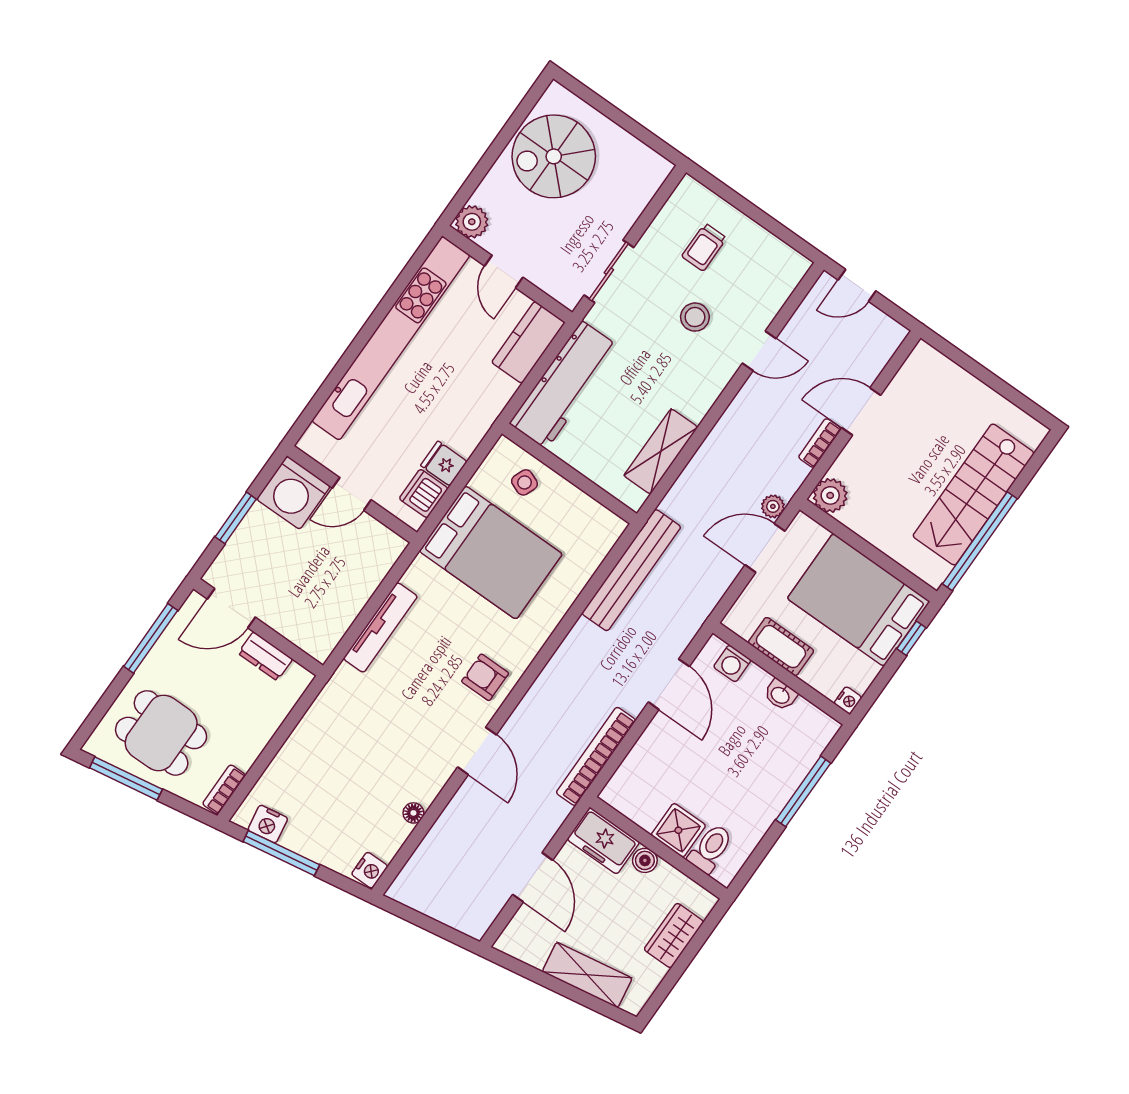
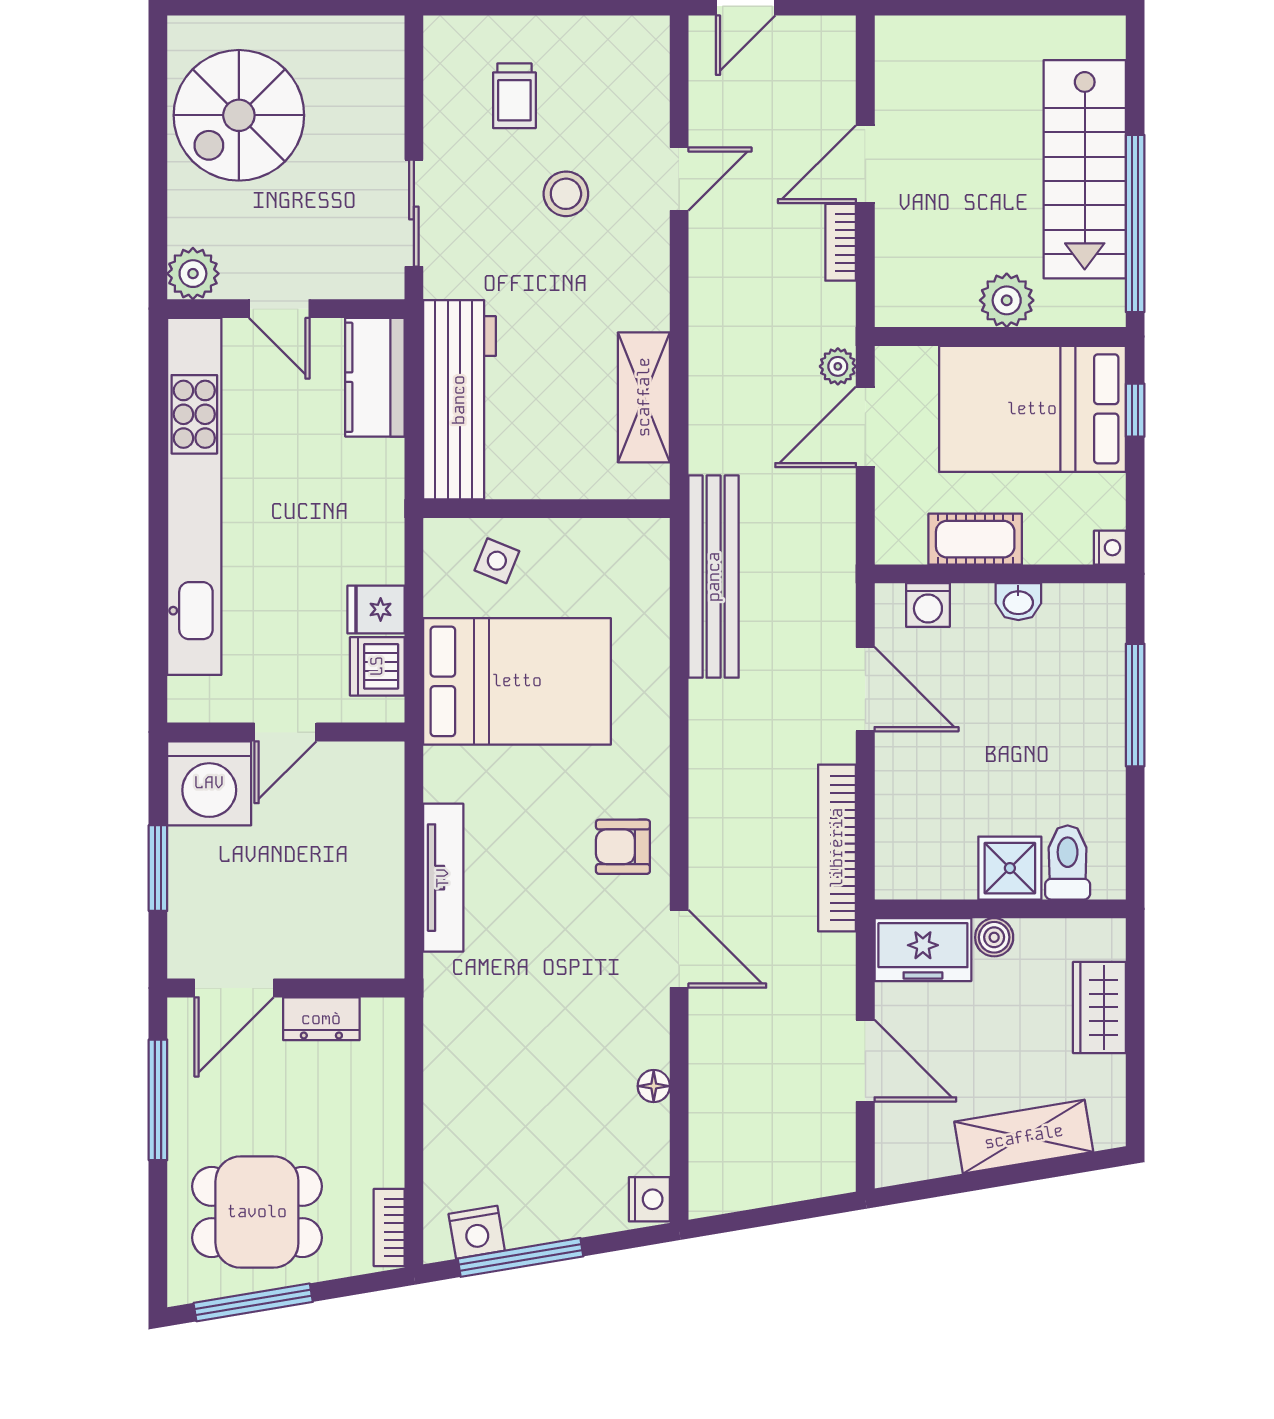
plant: (830, 495) -> (1007, 300), moved

